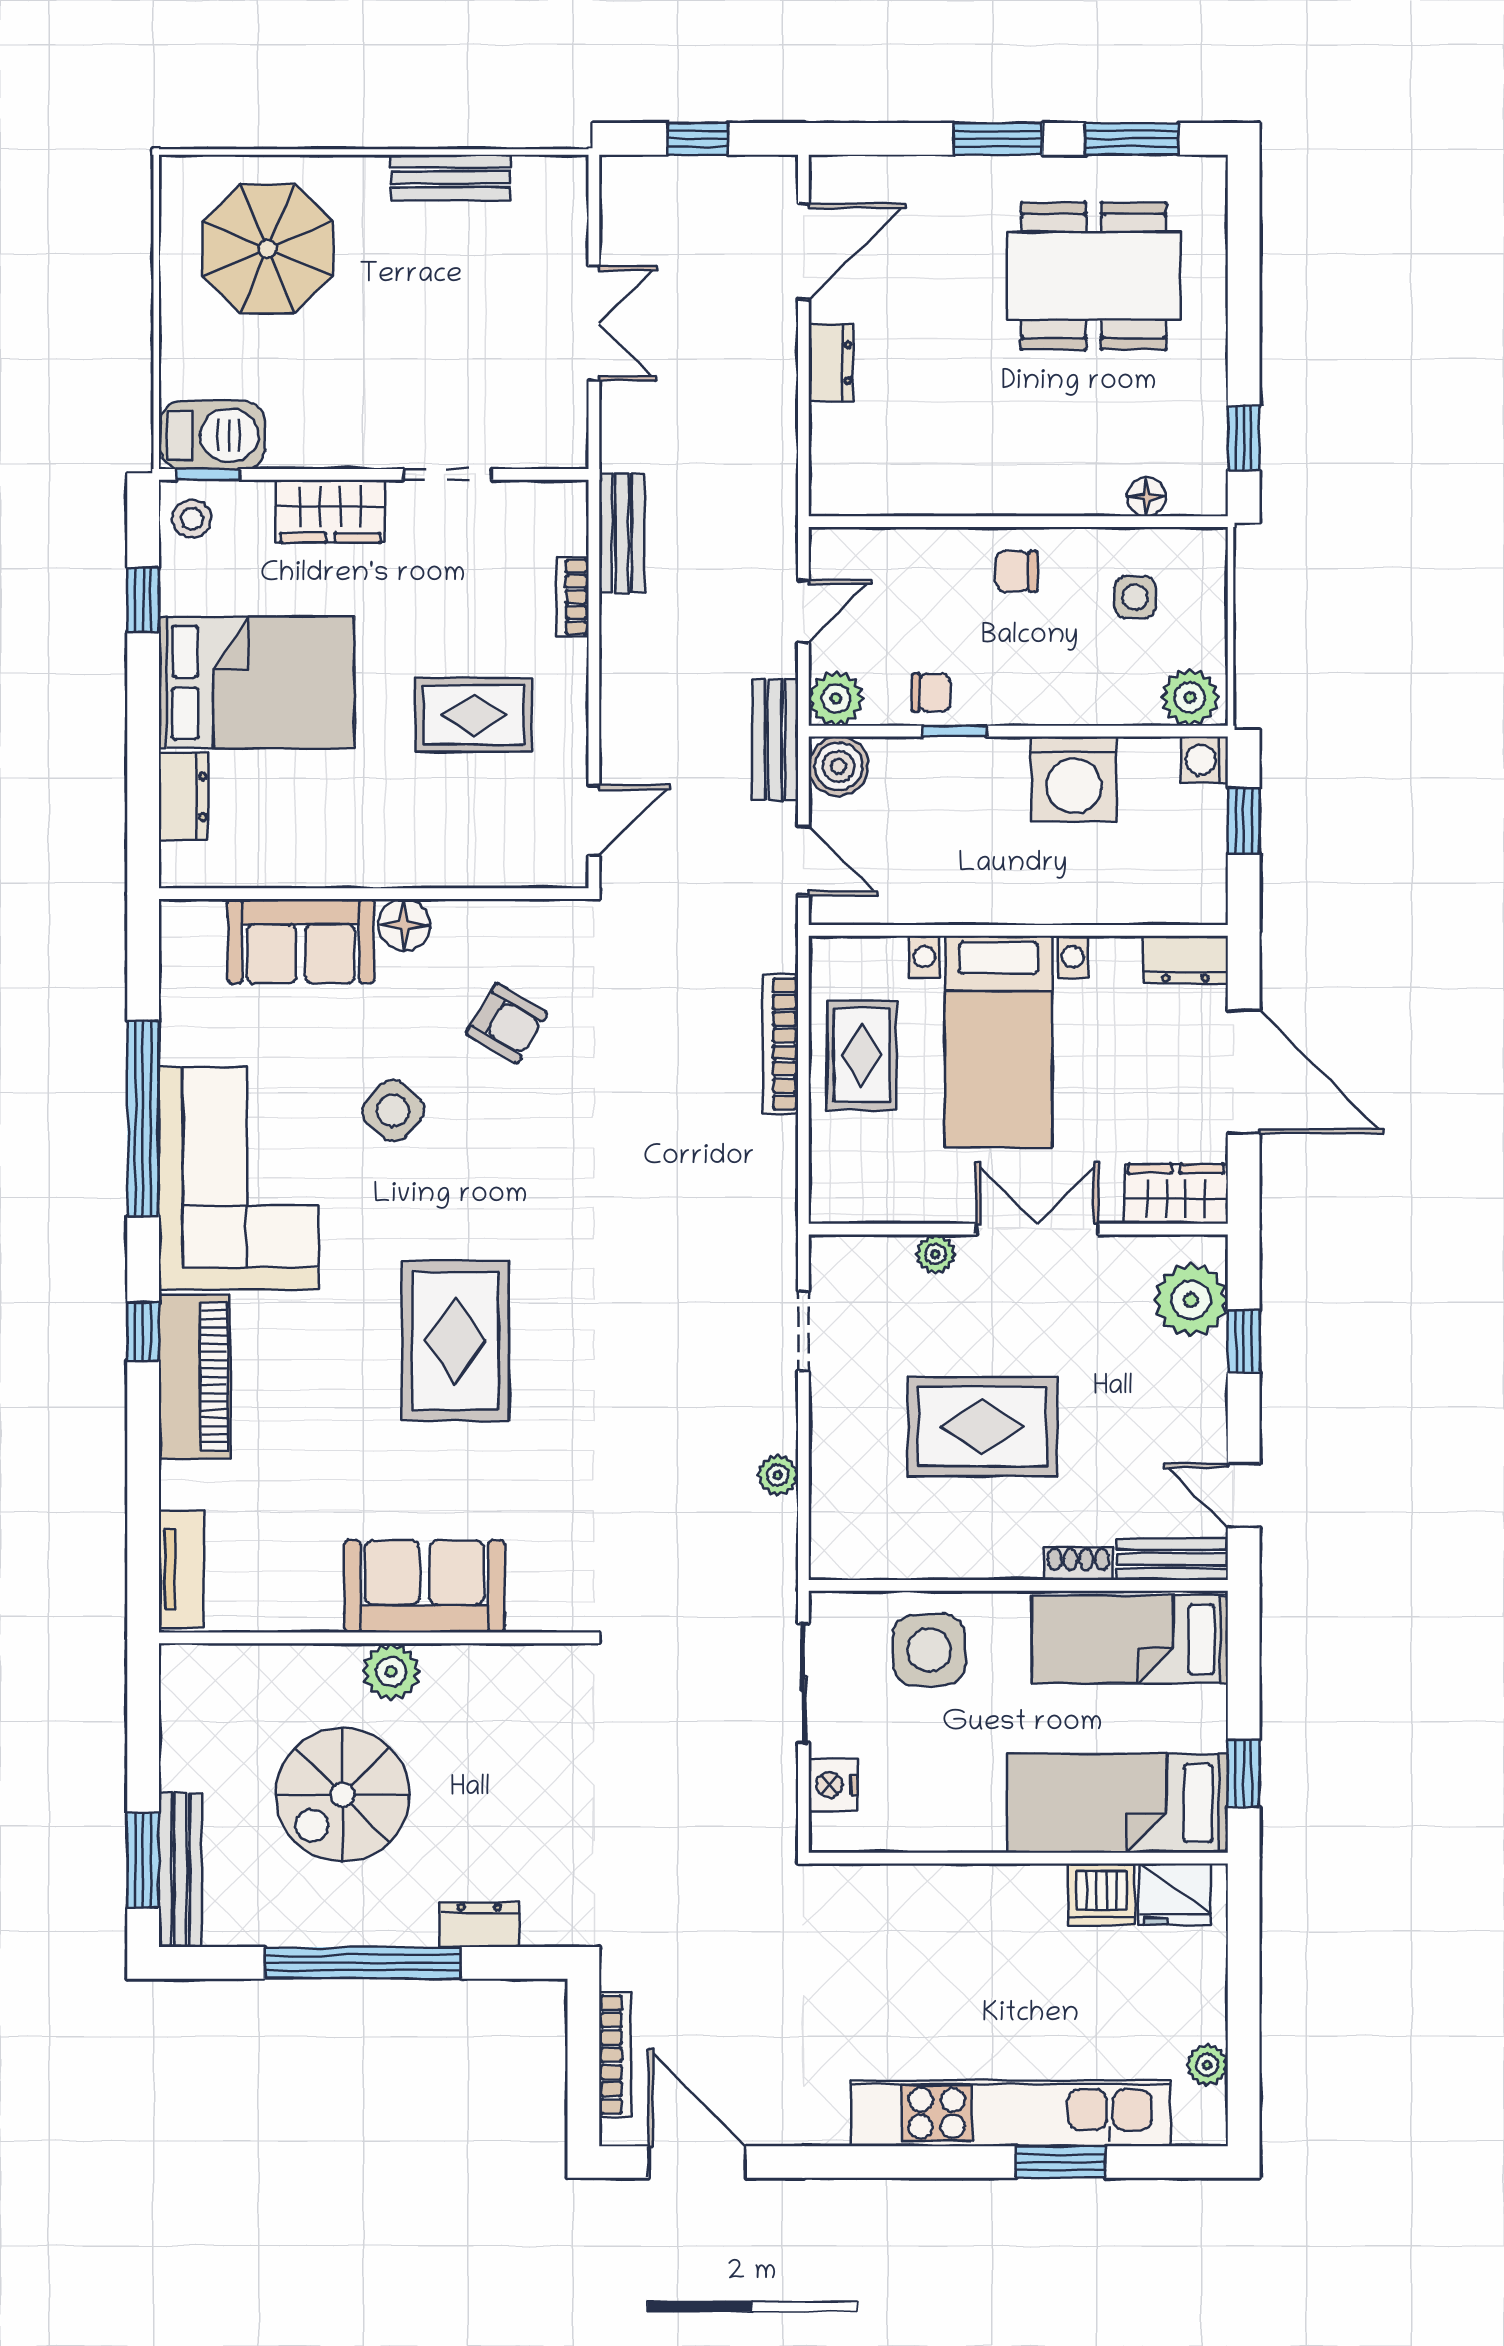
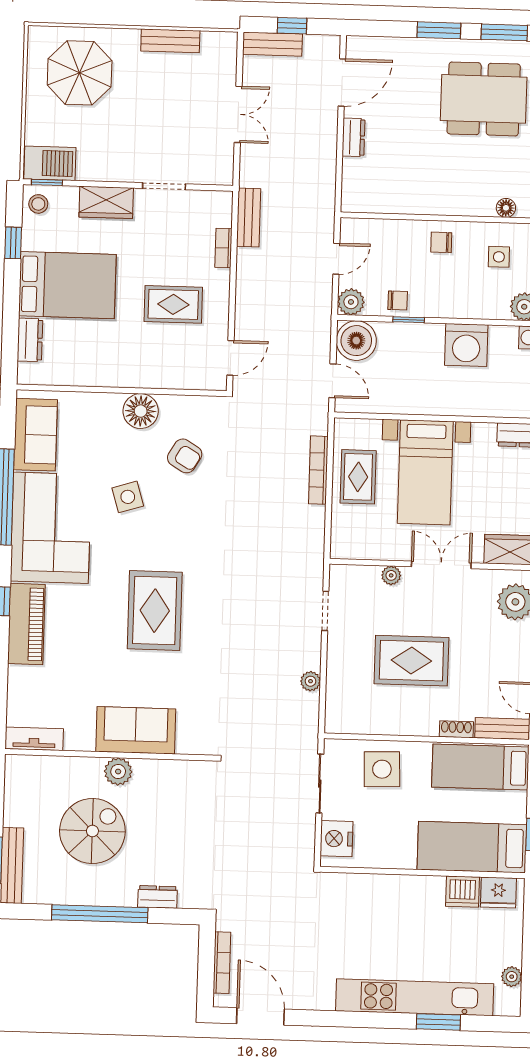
bench: (775, 740) -> (272, 44), moved, turned 90
boiler: (838, 766) -> (356, 341), width x1.37, depth x1.37
floor lamp: (404, 925) -> (141, 411), width x1.38, depth x1.38
sofa: (301, 941) -> (36, 435), moved, turned -90
side table: (393, 1111) -> (128, 497), turned 32
tv unit: (181, 1569) -> (34, 739), moved, turned -90
nightstand: (833, 1785) -> (337, 839), width x1.36, depth x1.33
spiral stairs: (343, 1795) -> (92, 831), turned 180

